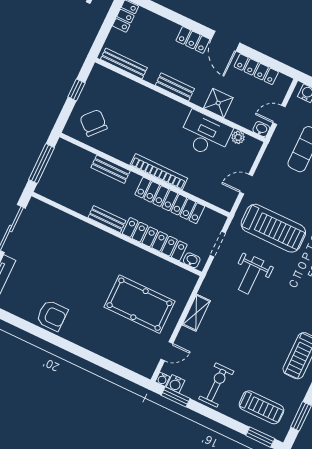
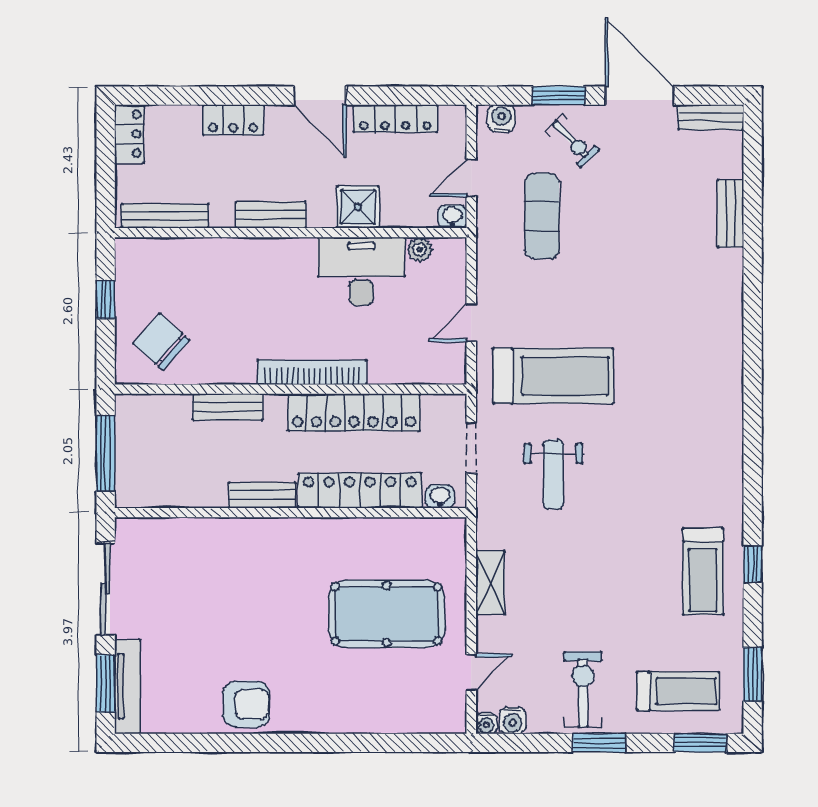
locker: (193, 40) -> (233, 120), moved
window: (176, 397) -> (599, 743), moved

